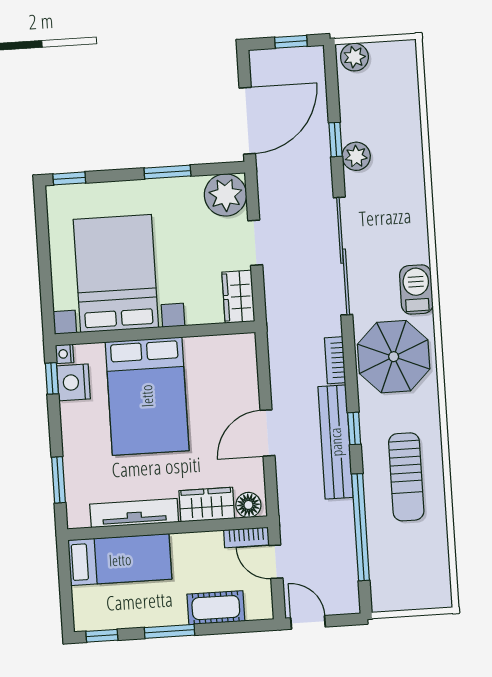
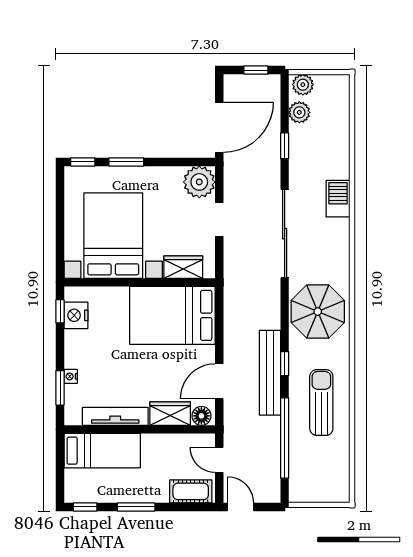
plant: (356, 156) -> (299, 112), moved
window: (167, 172) -> (126, 162), moved
barbecue: (416, 289) -> (338, 199), moved
wardrobe: (238, 297) -> (183, 267), moved, turned 90
nightstand: (65, 354) -> (71, 376), moved
bookcase: (335, 360) -> (274, 311), removed
bed: (147, 396) -> (172, 315), moved, turned 90
door: (267, 433) -> (219, 381), moved
sun lounger: (406, 477) -> (321, 402), turned 180
bookcase: (246, 537) -> (198, 440), removed
cot: (216, 608) -> (191, 491), moved

